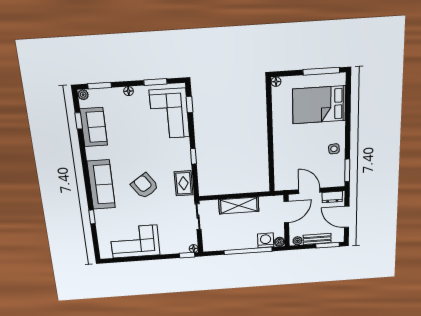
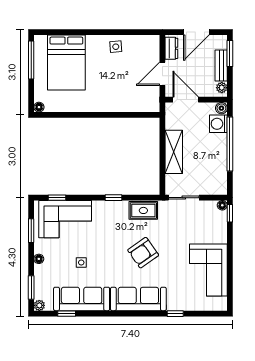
sofa: (94, 127) -> (82, 299), width x1.36
side table: (129, 131) -> (81, 263), added
window: (347, 170) -> (141, 32), removed

